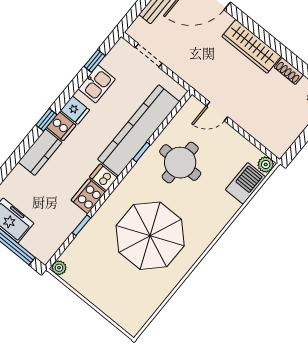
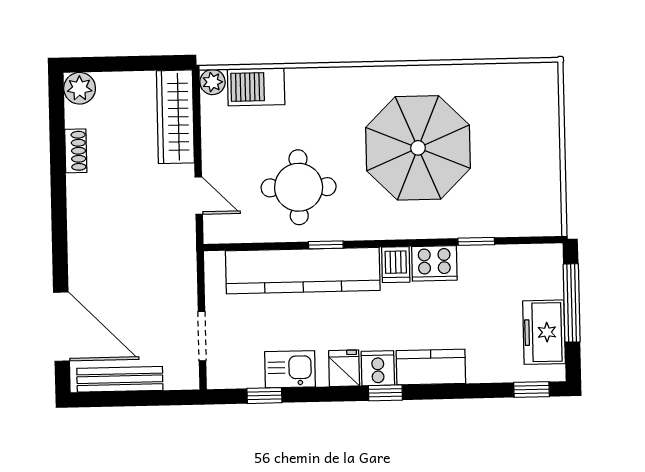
wardrobe: (251, 46) -> (175, 117), moved, turned 180
plant: (59, 268) -> (551, 225), removed

